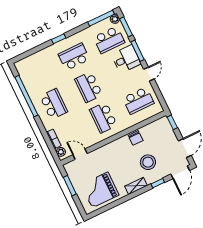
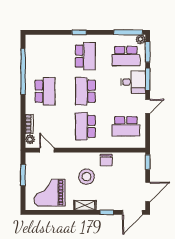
school desk: (74, 57) -> (85, 56), turned 90
stool: (148, 162) -> (87, 177), moved

